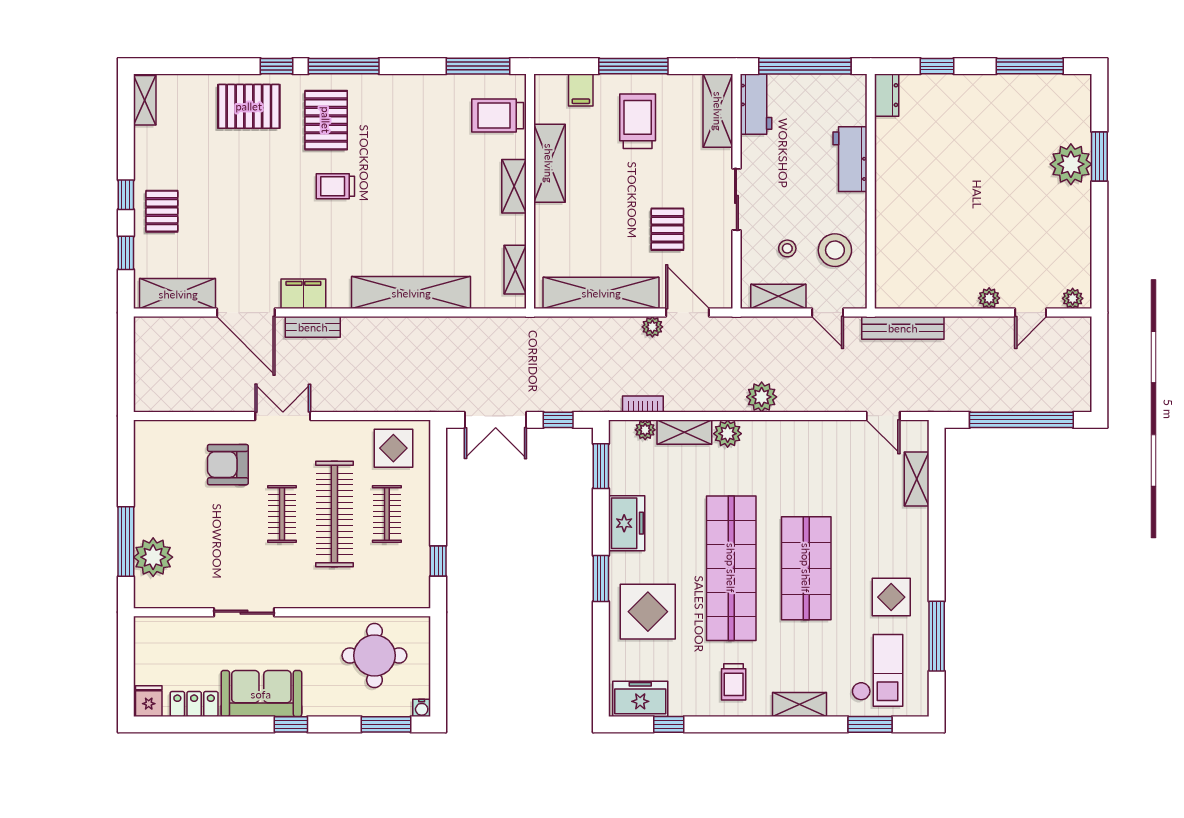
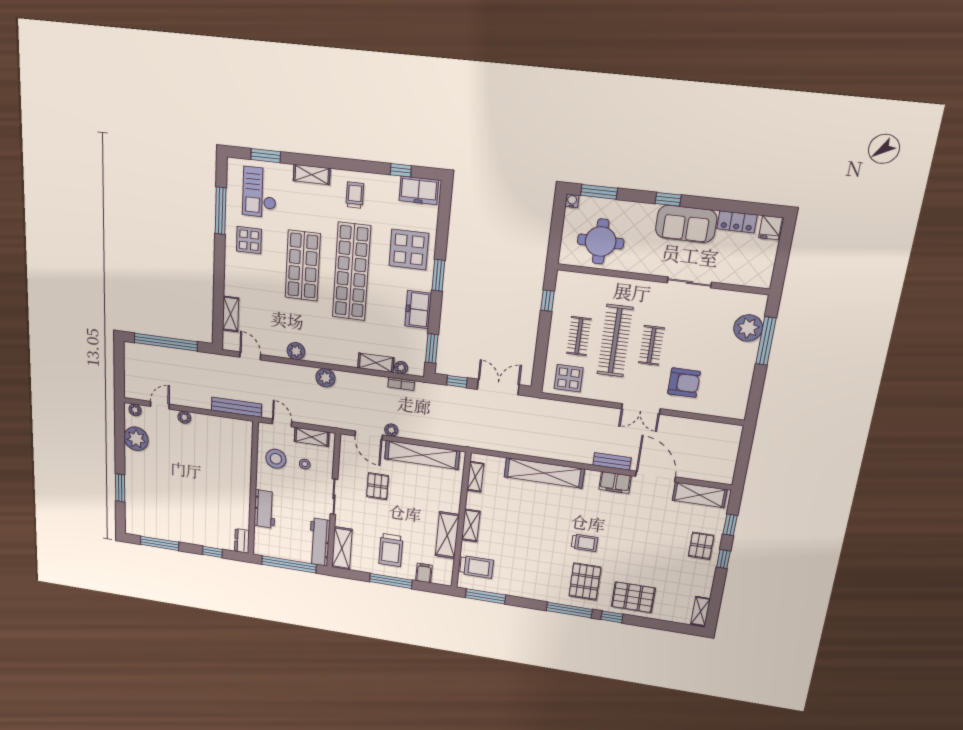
workbench: (756, 104) -> (319, 542), width x1.38
plant: (1071, 164) -> (136, 439), moved
plant: (728, 434) -> (296, 351), moved

